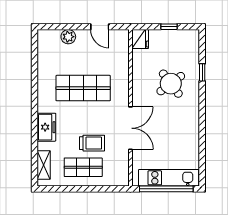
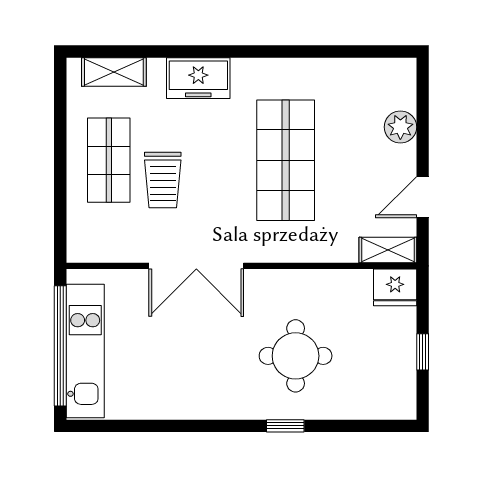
shelving: (123, 42) -> (388, 250), added
window: (202, 72) -> (285, 426), moved
round table: (171, 84) -> (296, 356), turned 37

